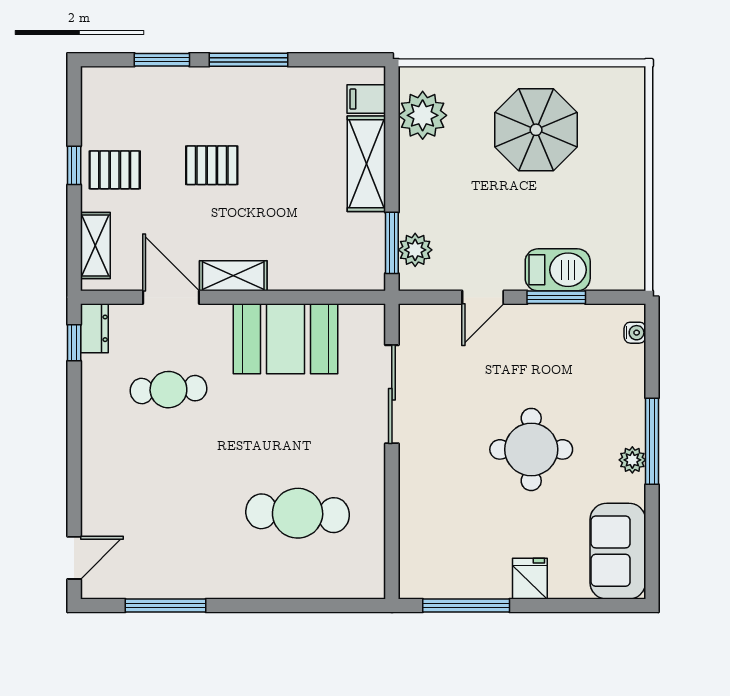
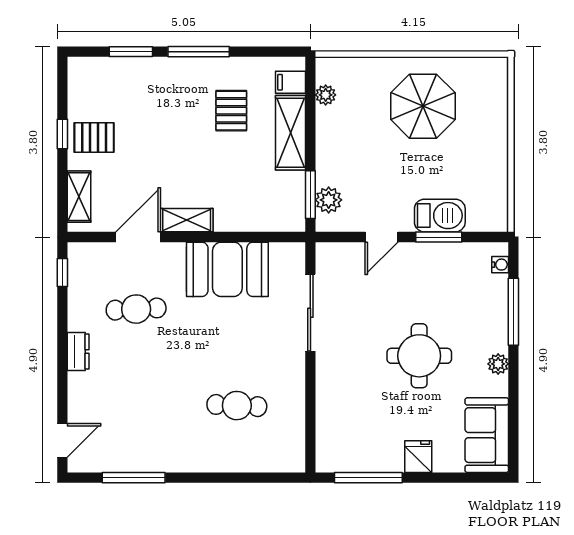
plant: (423, 115) -> (326, 95), width x0.53, depth x0.53
pallet: (212, 165) -> (231, 111), moved, turned 90
door: (171, 297) -> (138, 237), hinge flipped
dresser: (94, 328) -> (78, 351), moved
window: (652, 441) -> (513, 312), moved
cafe table: (298, 513) -> (237, 406), width x0.73, depth x0.74

